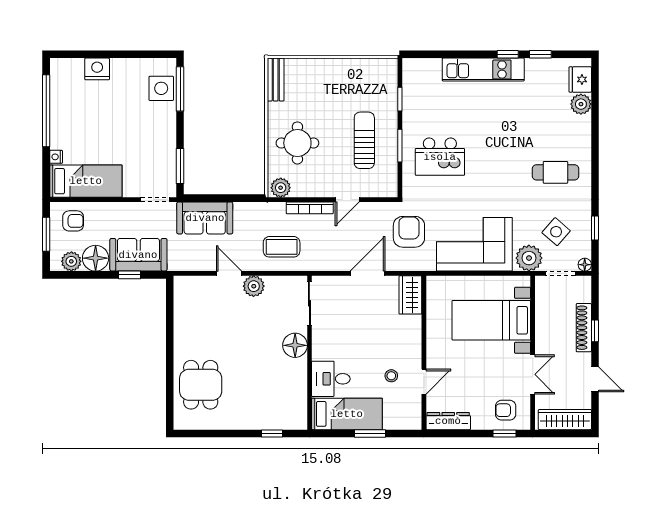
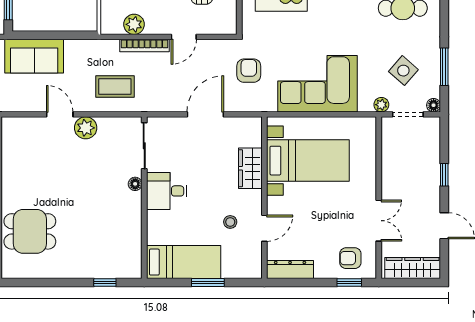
plant: (281, 188) -> (134, 24), moved
window: (595, 228) -> (444, 67), width x1.50
armchair: (409, 232) -> (249, 71), width x0.72, depth x0.72
plant: (529, 258) -> (381, 105), width x0.53, depth x0.53
wardrobe: (410, 295) -> (250, 168), moved
bed with nightstands: (491, 320) -> (308, 161), moved, turned 180
shoe rack: (584, 328) -> (433, 171), removed
floor lamp: (295, 345) -> (135, 184), width x0.53, depth x0.53
desk: (331, 379) -> (167, 191), moved
dining table: (201, 385) -> (30, 231), turned 90

